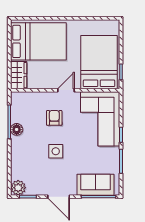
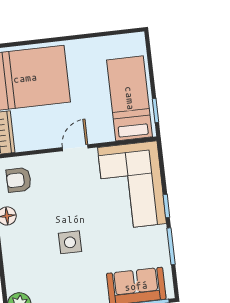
bed: (99, 62) -> (130, 98), width x0.67
armchair: (54, 118) -> (19, 180), moved, turned -90

